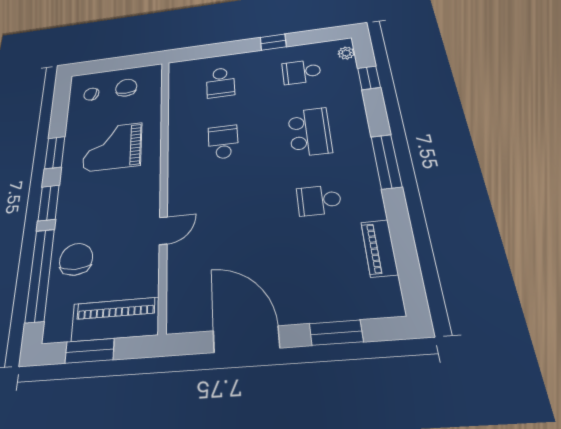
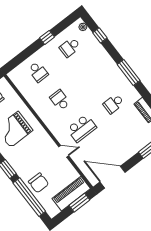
school desk: (310, 132) -> (82, 128), moved, turned 90
door: (163, 231) -> (64, 151), hinge flipped
chair: (76, 259) -> (39, 183), turned 180
door: (246, 339) -> (112, 177), moved
window: (90, 351) -> (79, 203), moved

